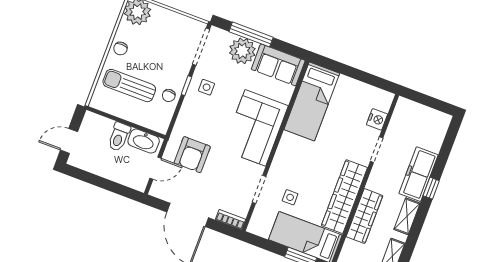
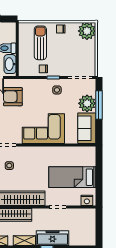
bed: (312, 101) -> (72, 177), moved
nightstand: (377, 119) -> (87, 200), moved

